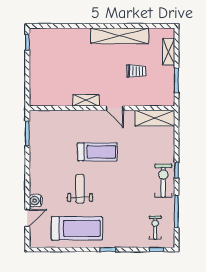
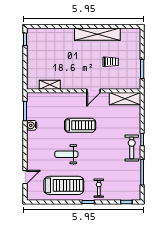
shelving: (169, 52) -> (136, 47), removed
shelving: (86, 100) -> (50, 85), moved
door: (115, 108) -> (94, 91), hinge flipped
weight bench: (80, 189) -> (66, 154), turned -90
water cooler: (36, 201) -> (32, 125), moved
exercise bike: (155, 228) -> (99, 188), moved

